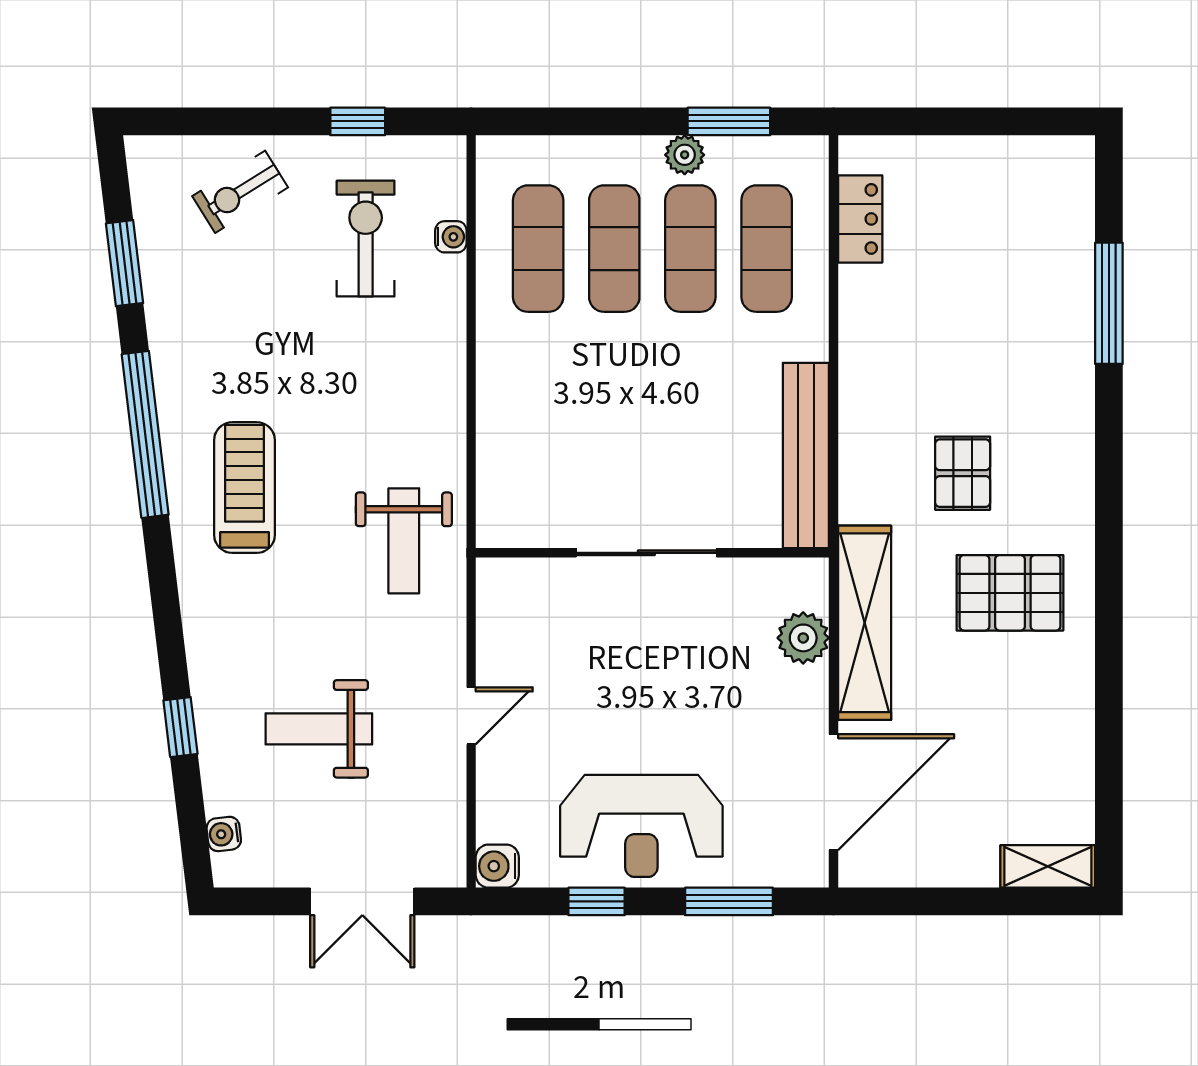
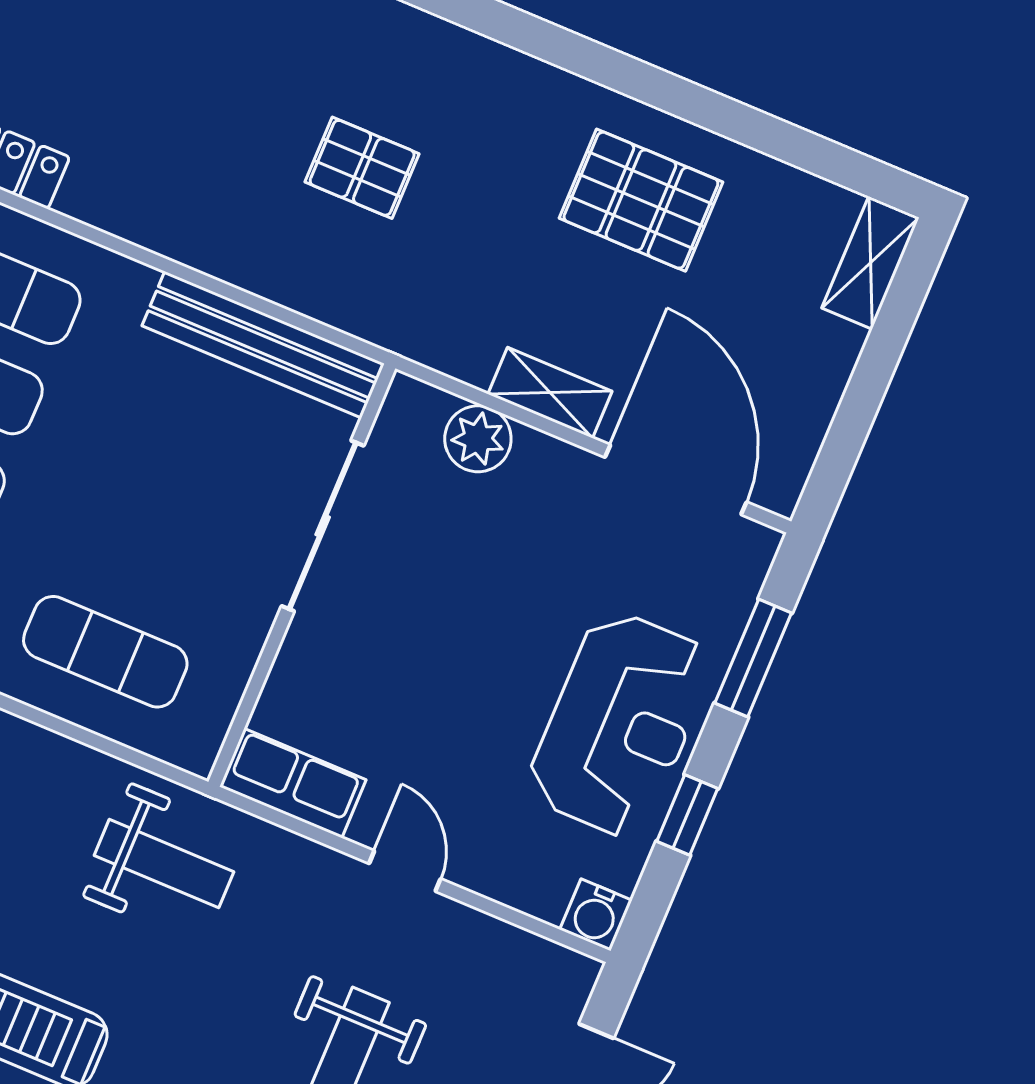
exercise mat: (538, 435) -> (105, 652), added
sliding door: (646, 553) -> (323, 526), moved
pallet: (1010, 593) -> (641, 200), moved, turned 90
row of seats: (500, 609) -> (293, 783), added
shelving: (865, 623) -> (550, 393), width x0.45, depth x0.75

